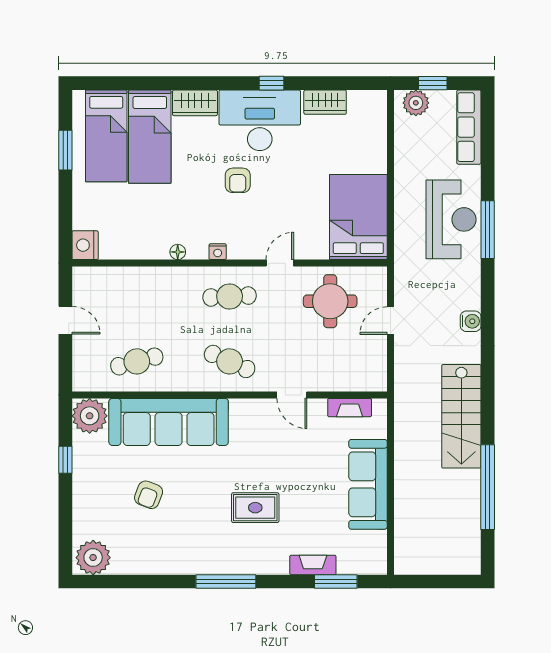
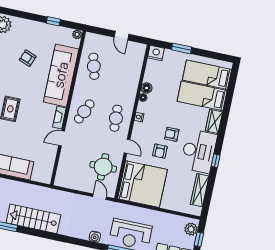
wardrobe: (325, 102) -> (200, 190), width x1.50
window: (65, 150) -> (182, 48), moved
armchair: (276, 196) -> (160, 151), added
bed: (358, 217) -> (142, 184), width x1.36
floor lamp: (157, 249) -> (147, 88), added
door: (65, 320) -> (121, 36), hinge flipped
door: (390, 321) -> (100, 197), moved
water cooler: (471, 321) -> (95, 237), moved
fireplace: (350, 408) -> (59, 118), moved
plant: (90, 416) -> (77, 34), width x0.53, depth x0.53

